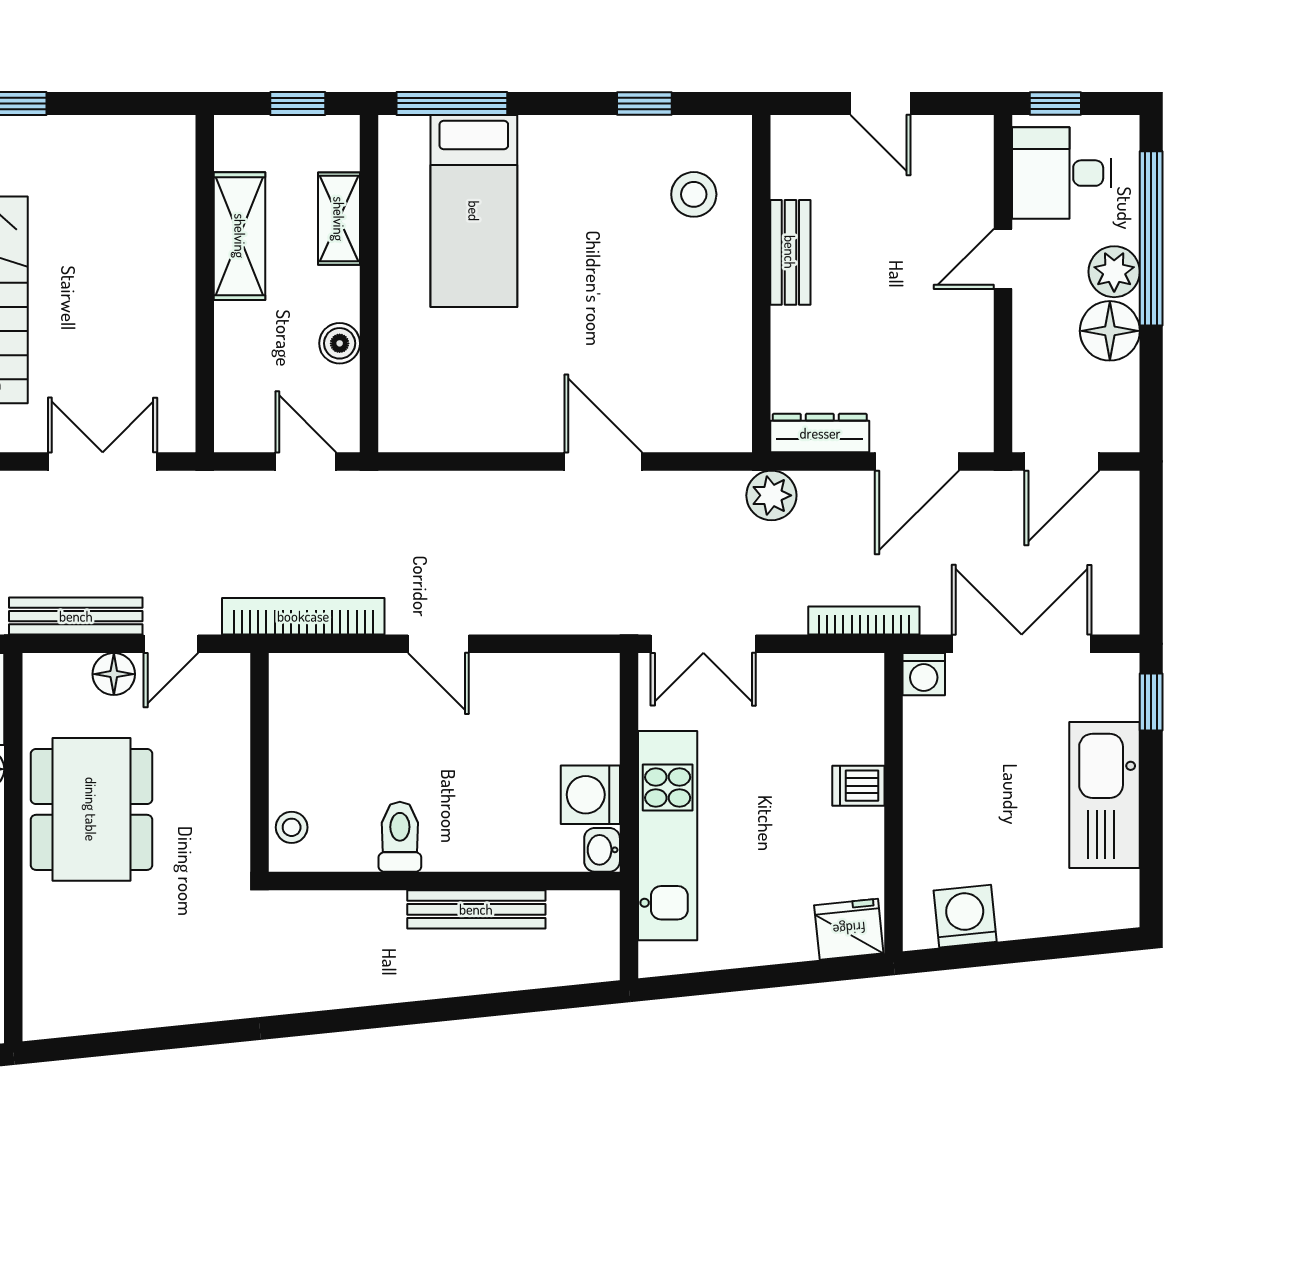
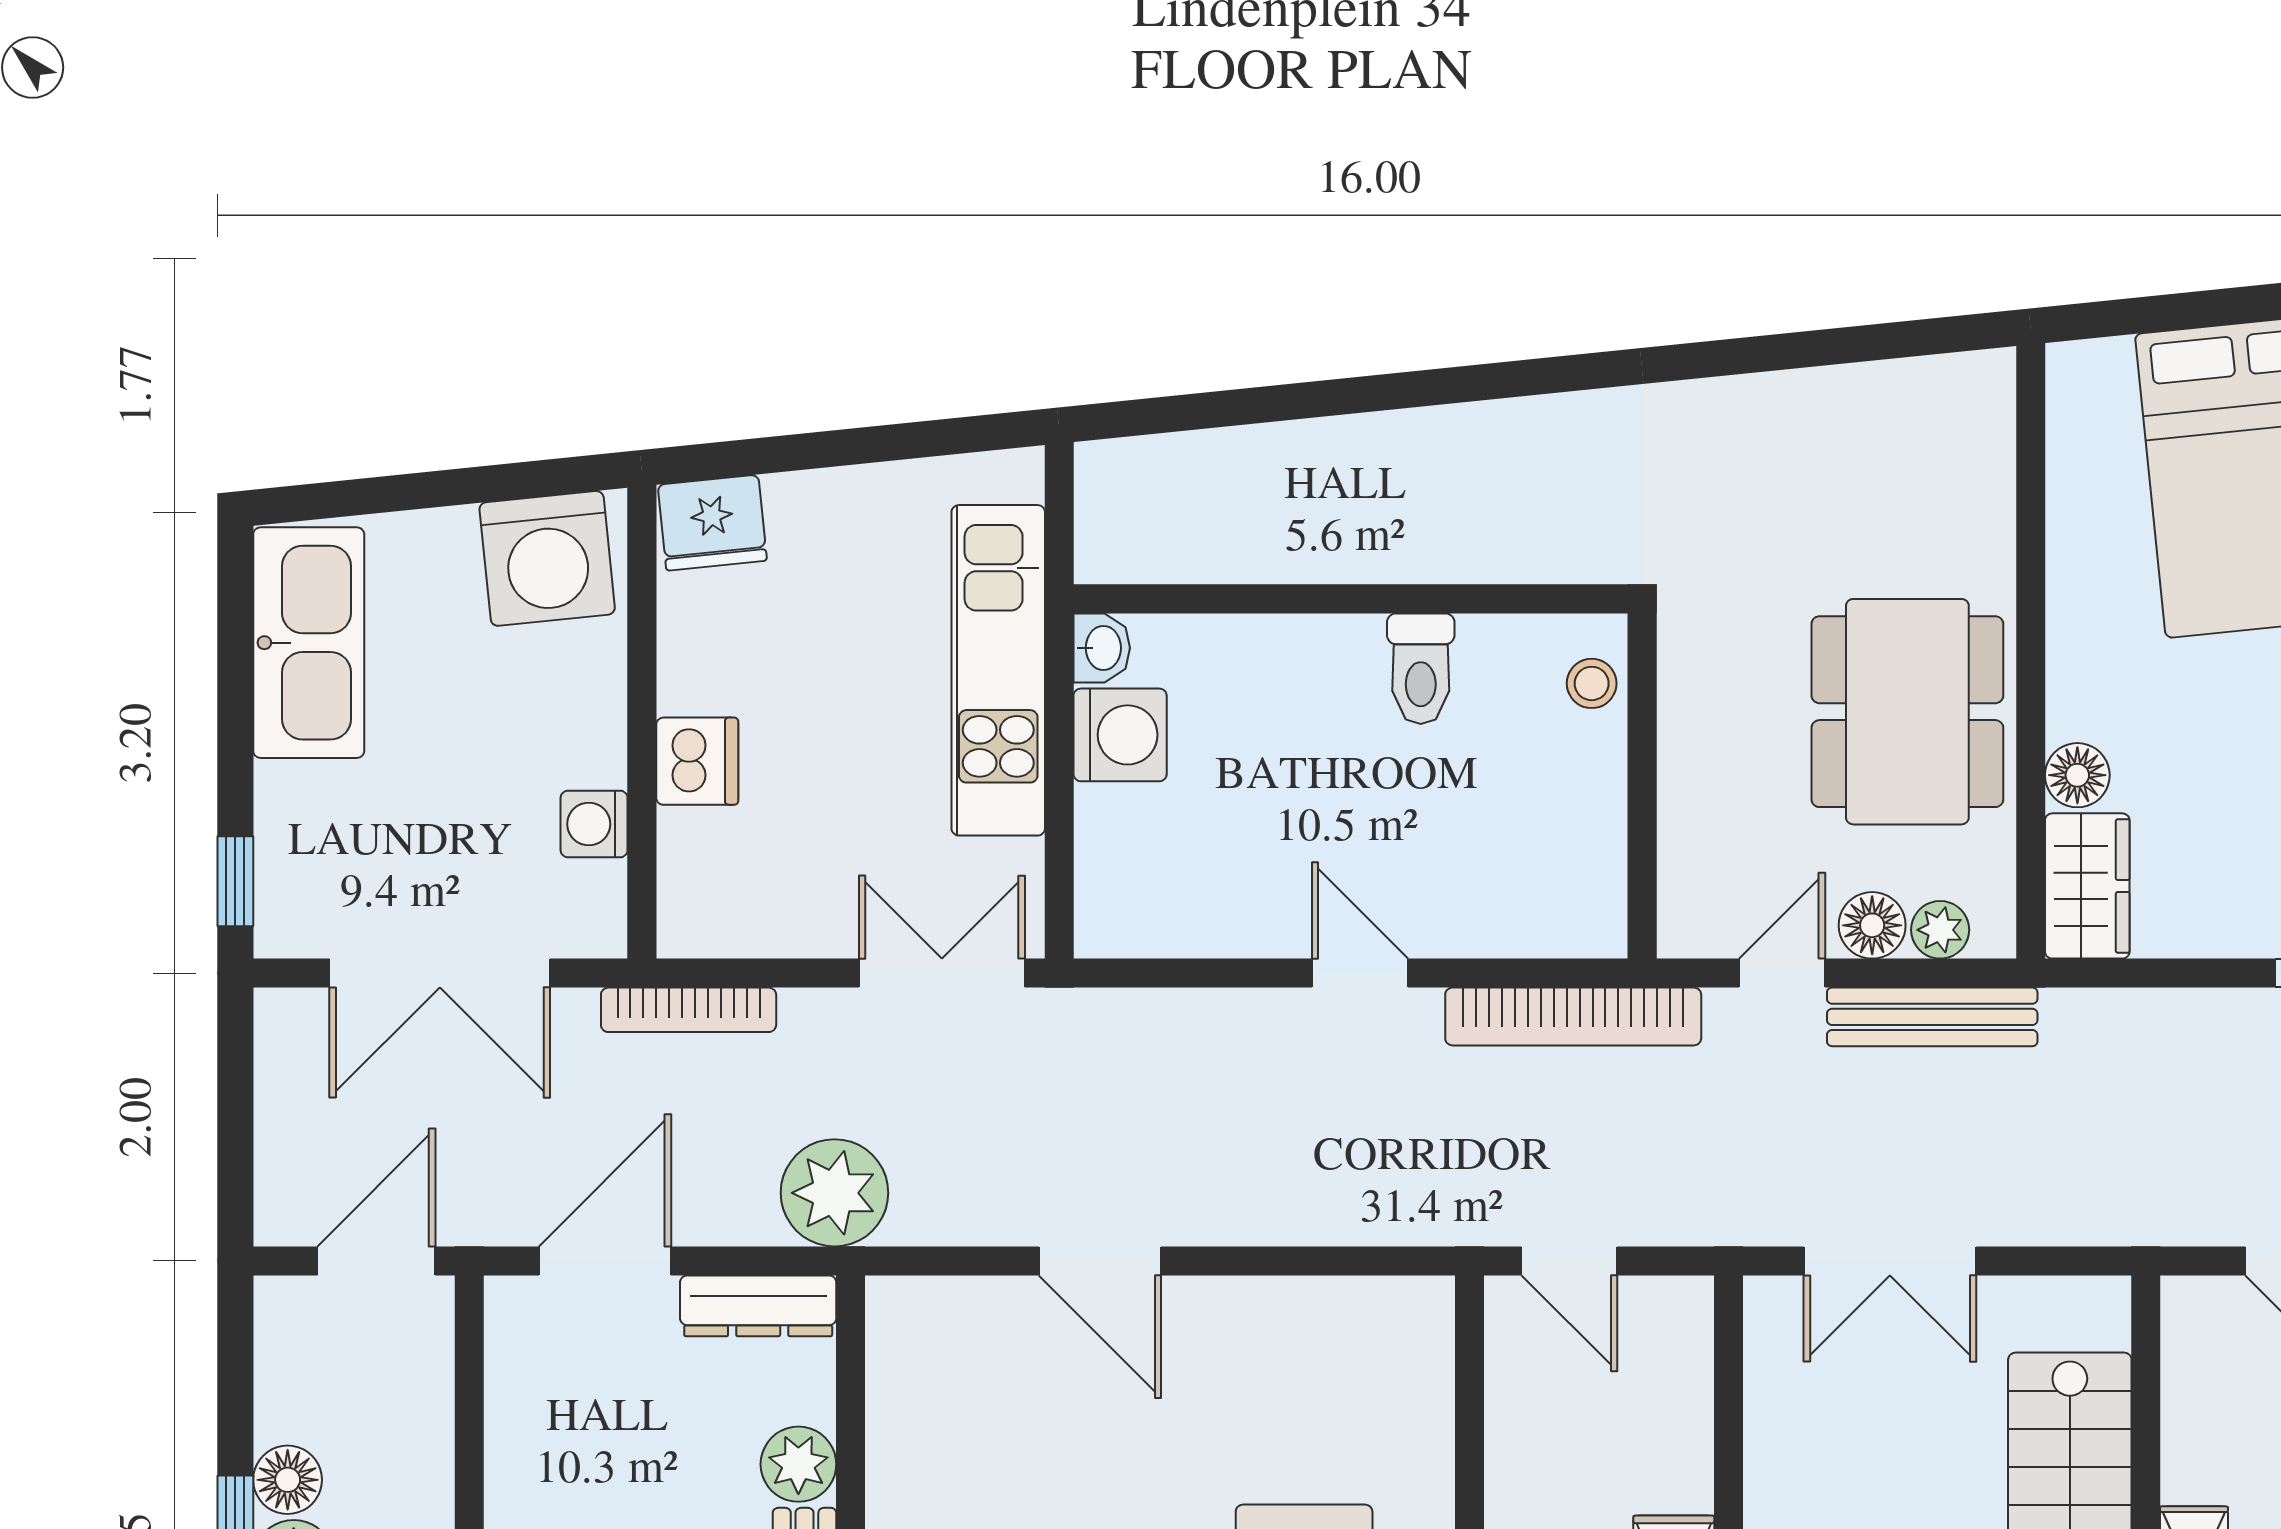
floor lamp: (1110, 331) -> (288, 1480), width x0.73, depth x0.73
plant: (794, 333) -> (798, 1464), added
boiler: (340, 343) -> (1516, 1447), removed
plant: (771, 495) -> (834, 1193), width x1.36, depth x1.36
plant: (71, 671) -> (1940, 930), added
washing machine: (924, 674) -> (594, 824), moved, turned -90
dishwasher: (858, 786) -> (697, 761), width x1.38
kitchen sink: (1105, 795) -> (309, 643), moved
bench: (476, 909) -> (1300, 554), removed
washing machine: (965, 916) -> (547, 558), width x1.37, depth x1.37

